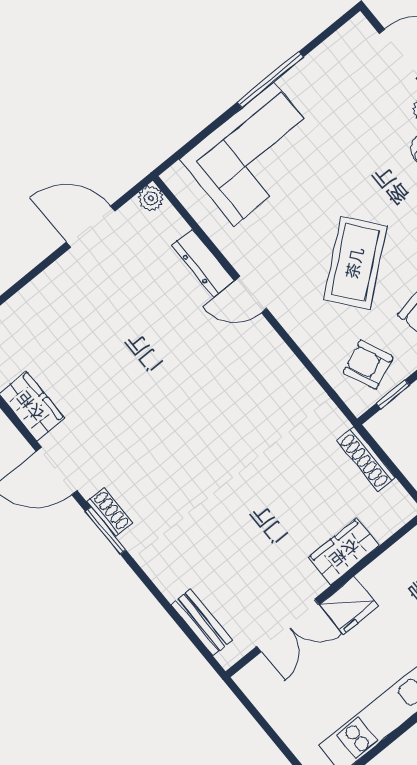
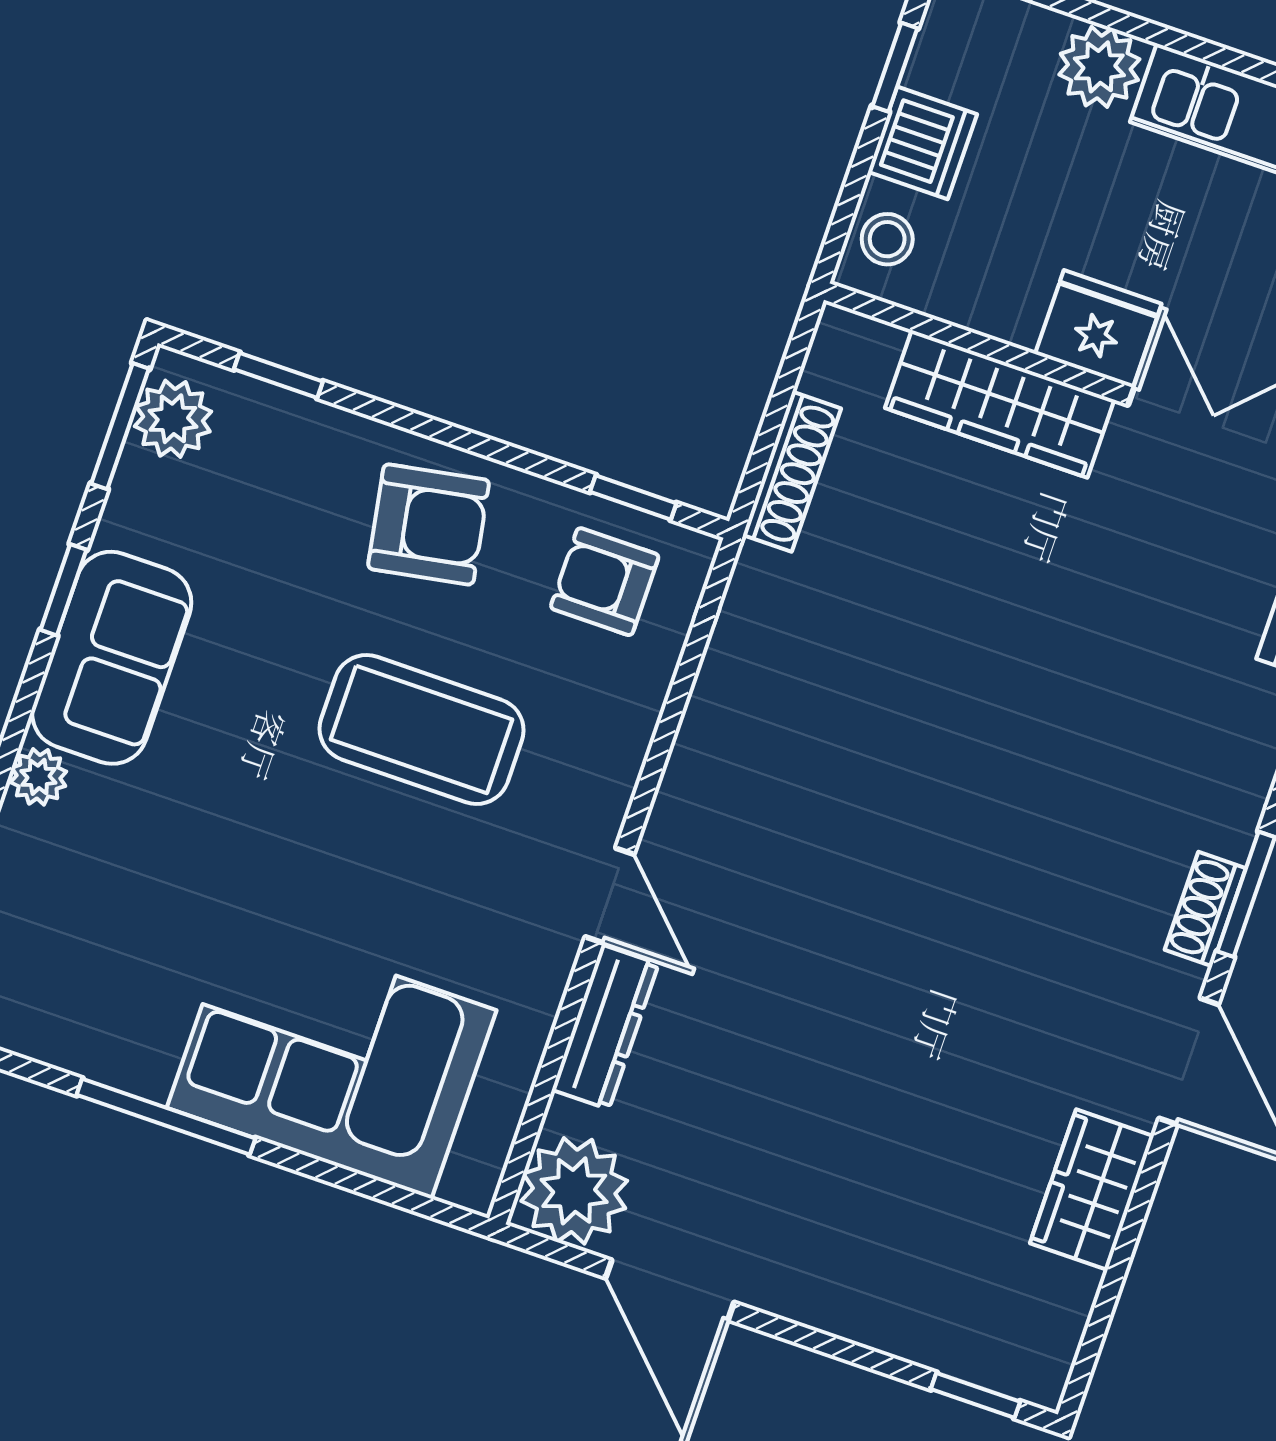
plant: (151, 198) -> (574, 1191), width x1.88, depth x1.88
coffee table: (355, 263) -> (422, 730), turned 39
armchair: (368, 365) -> (605, 582), turned 113
wardrobe: (344, 552) -> (1000, 404), width x1.50

